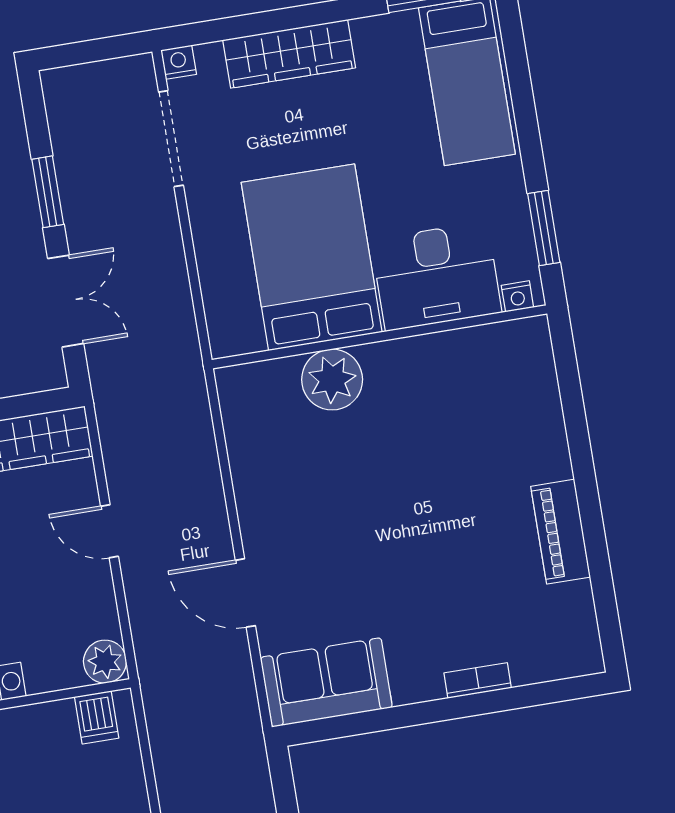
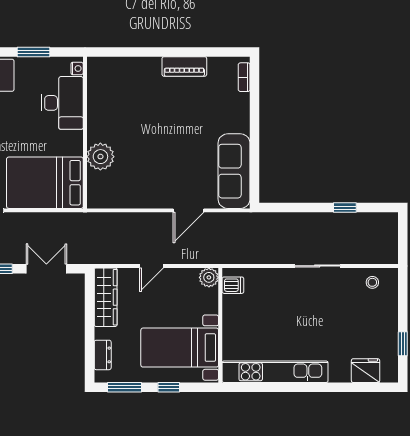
window: (544, 228) -> (33, 52), moved
bed: (312, 257) -> (45, 183), moved
bookcase: (478, 680) -> (244, 77), moved
sofa: (326, 682) -> (234, 171), width x1.36

